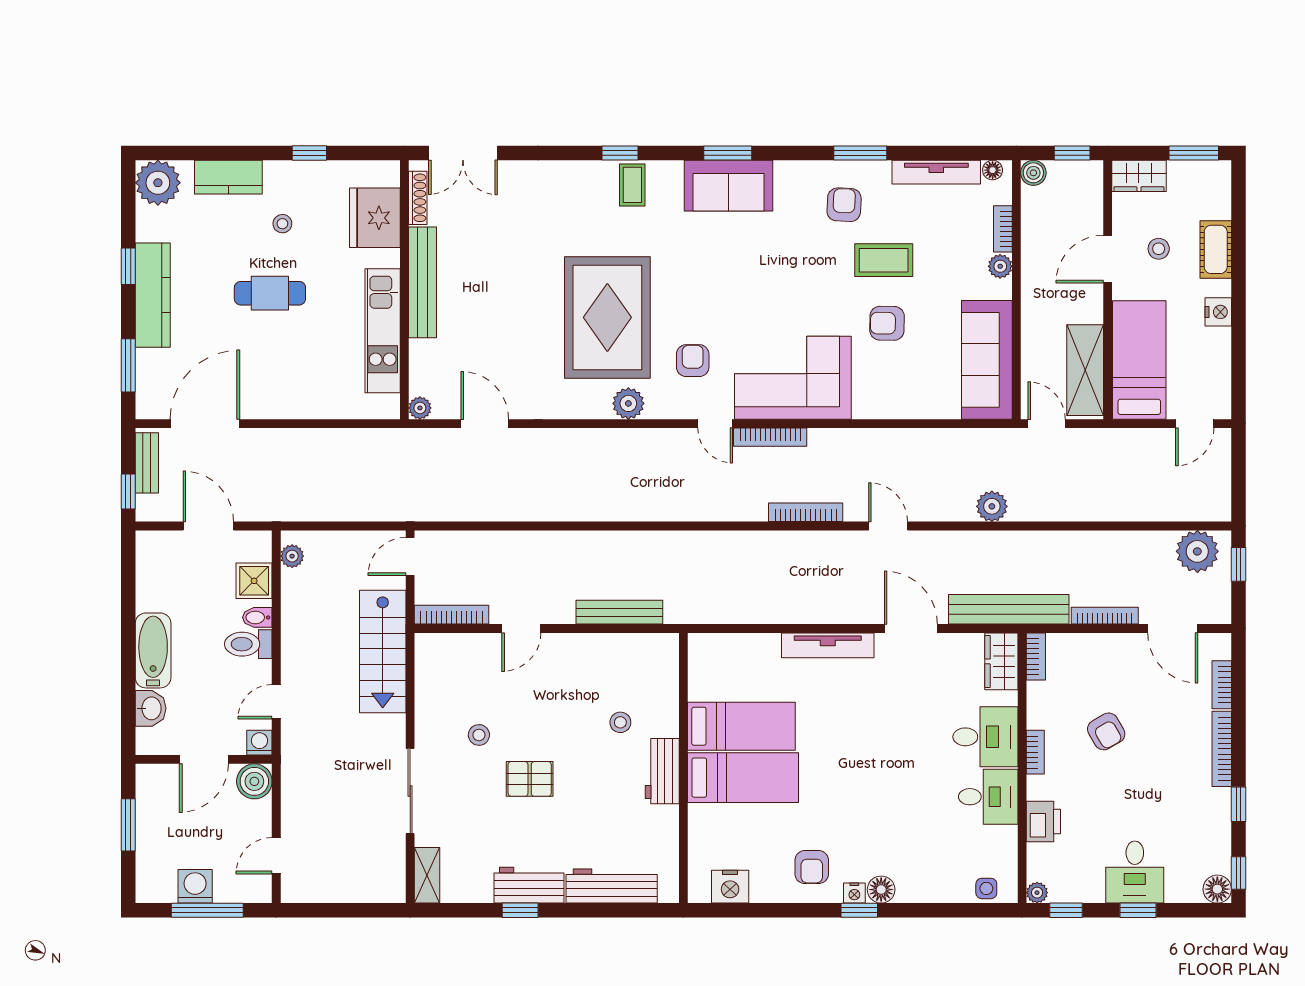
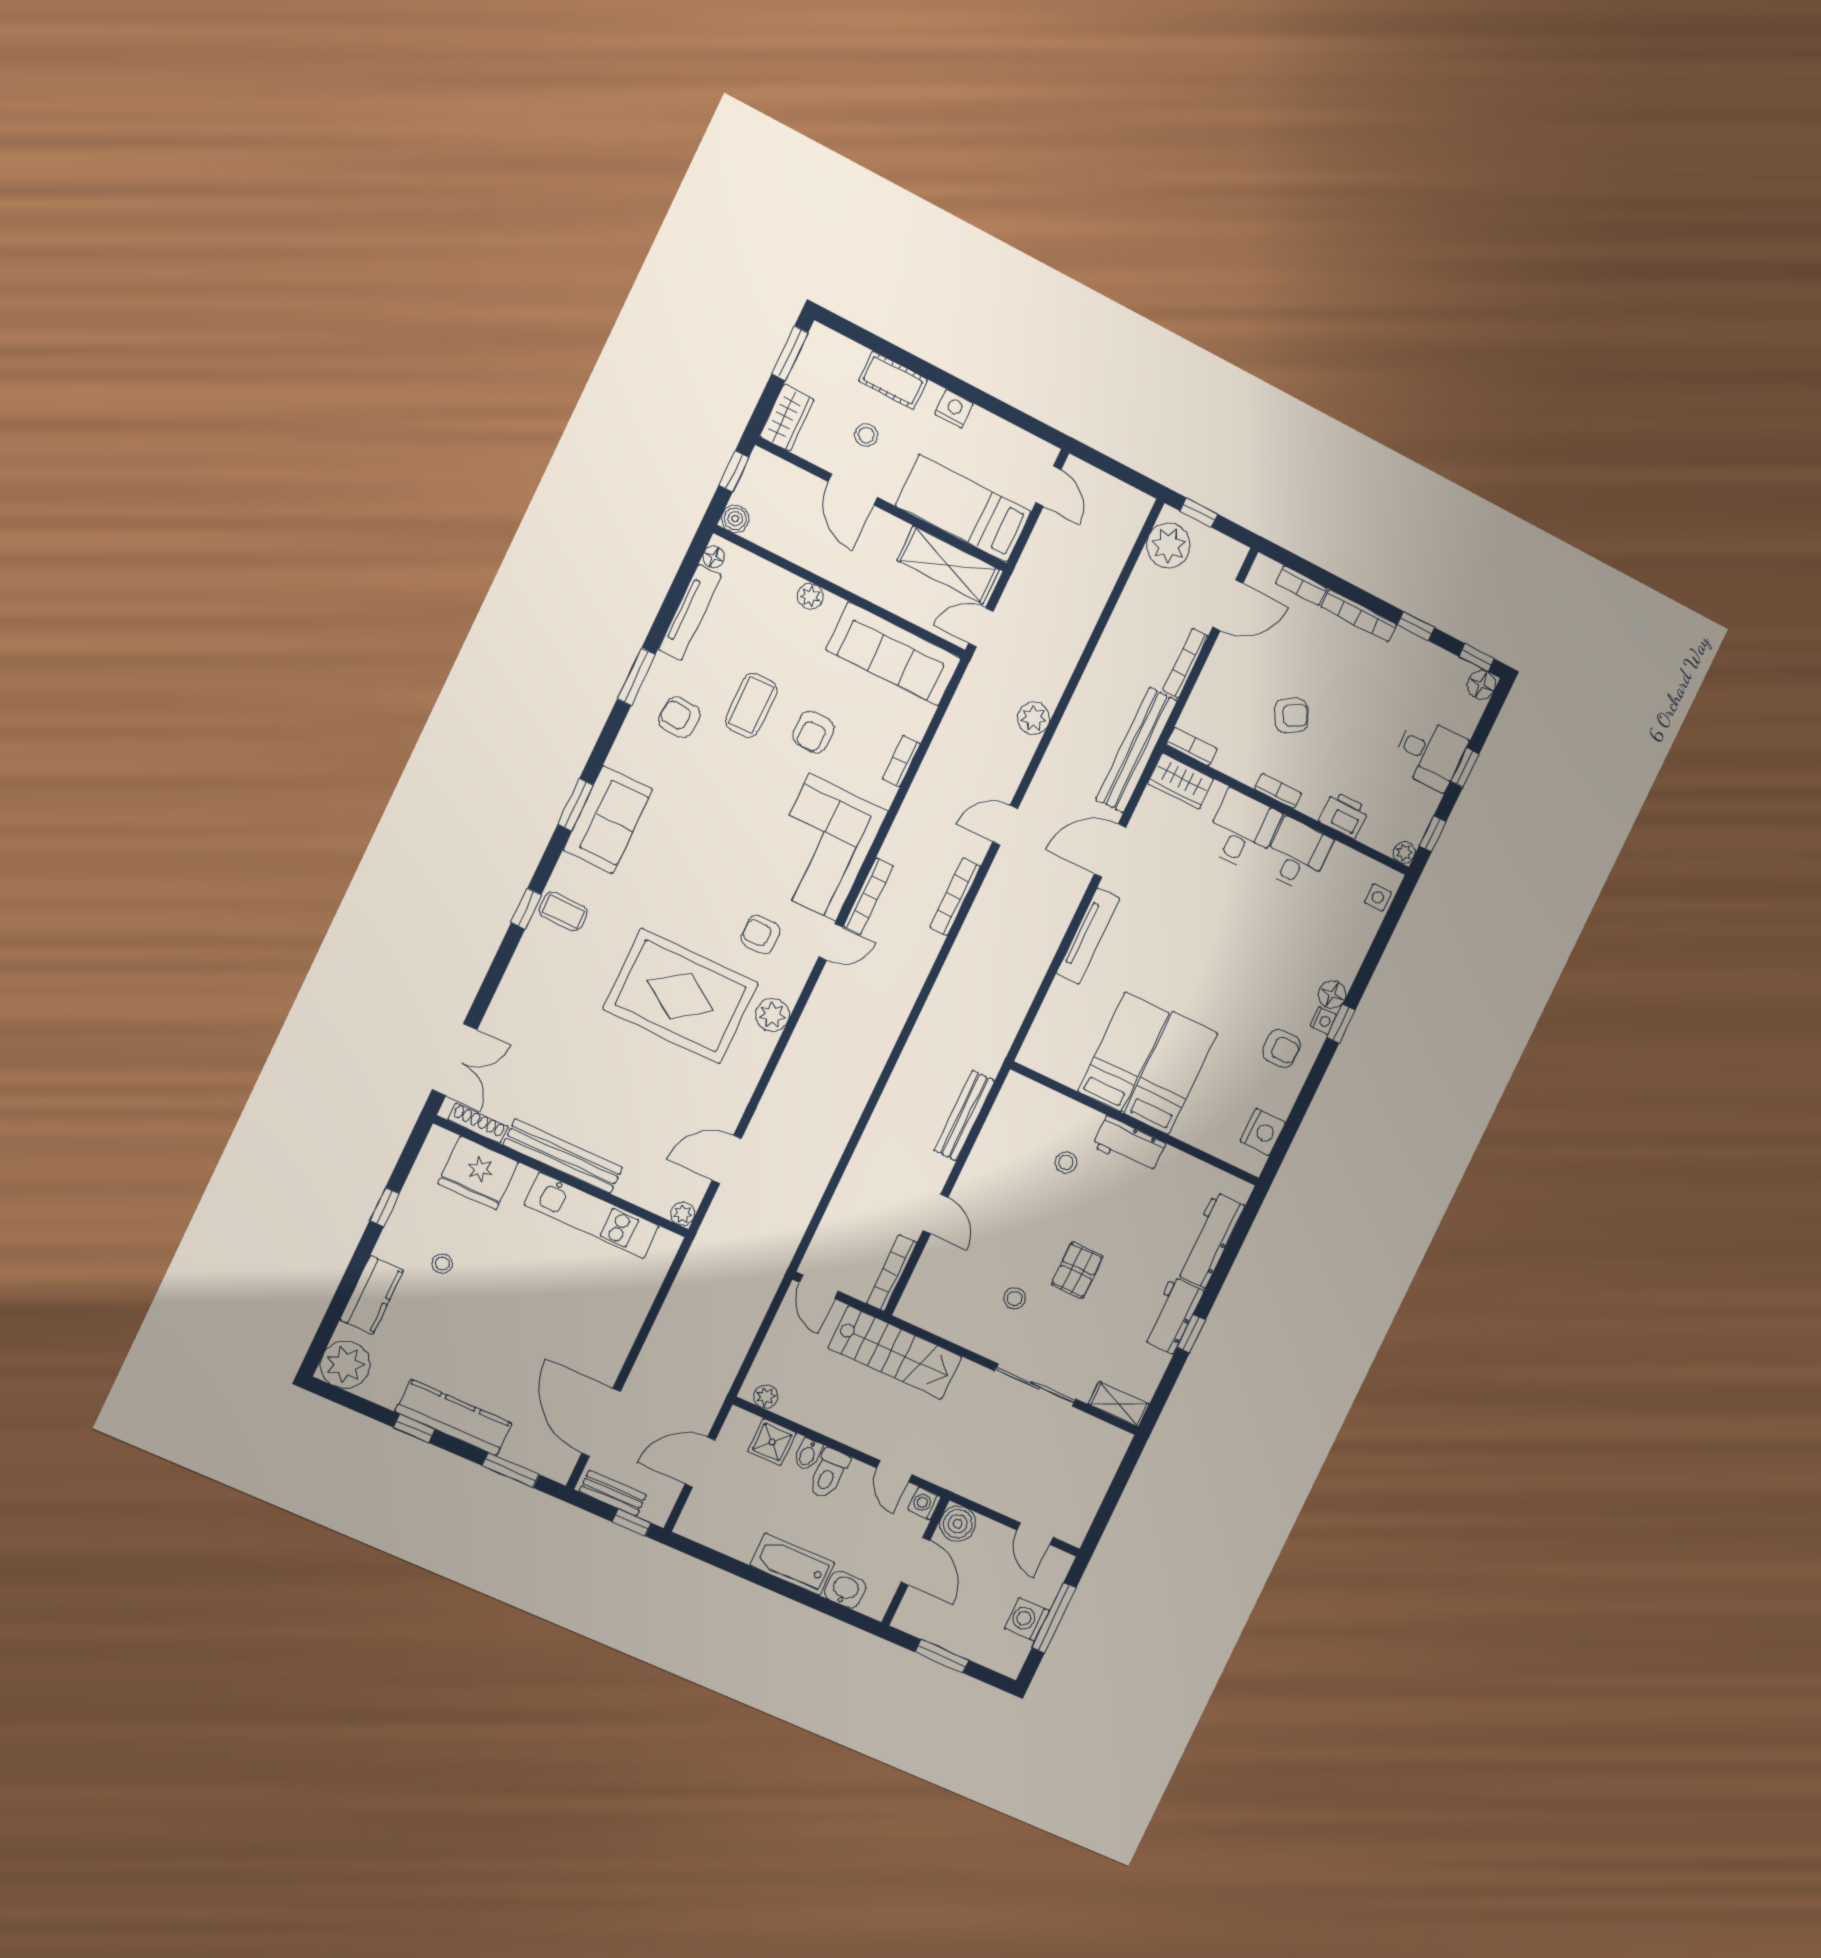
bookcase: (1003, 229) -> (901, 761), moved, turned 90
cafe table: (270, 293) -> (504, 1306), removed

